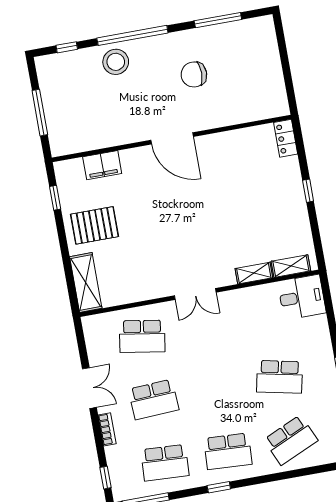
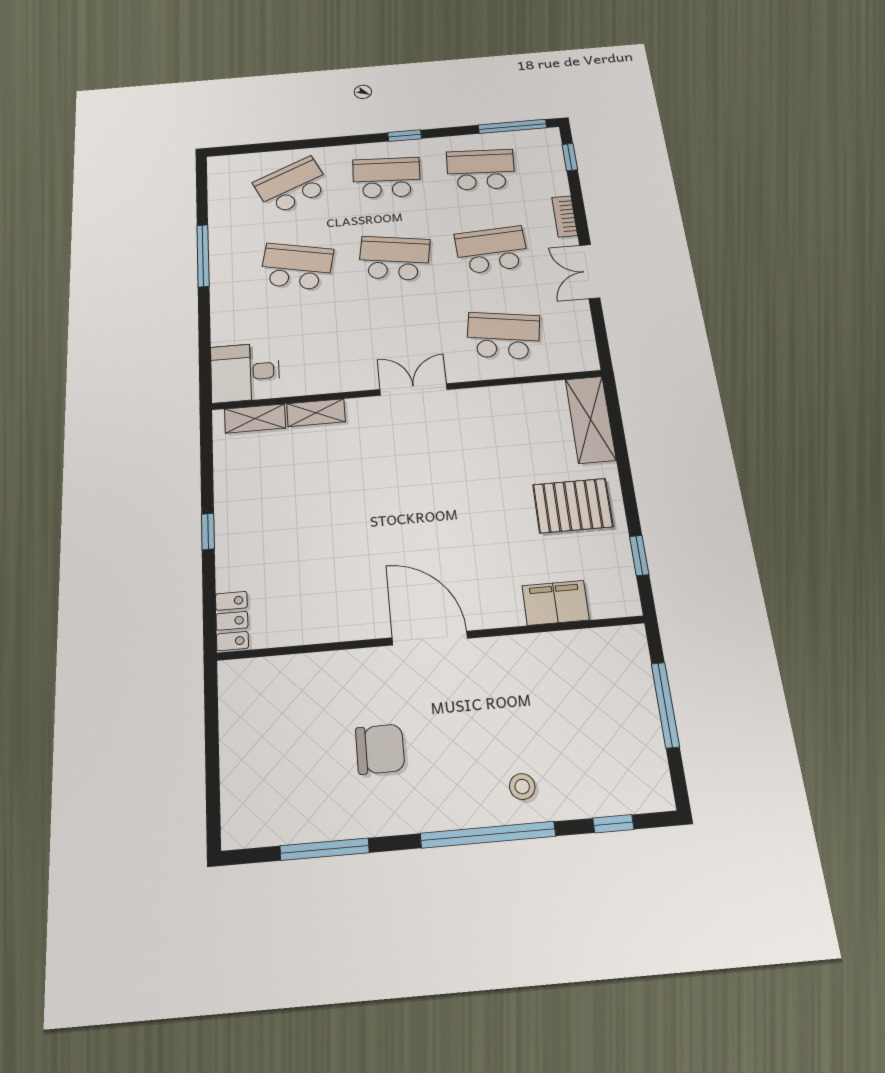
stool: (116, 62) -> (522, 787), width x0.53, depth x0.53
school desk: (217, 388) -> (394, 258), added

